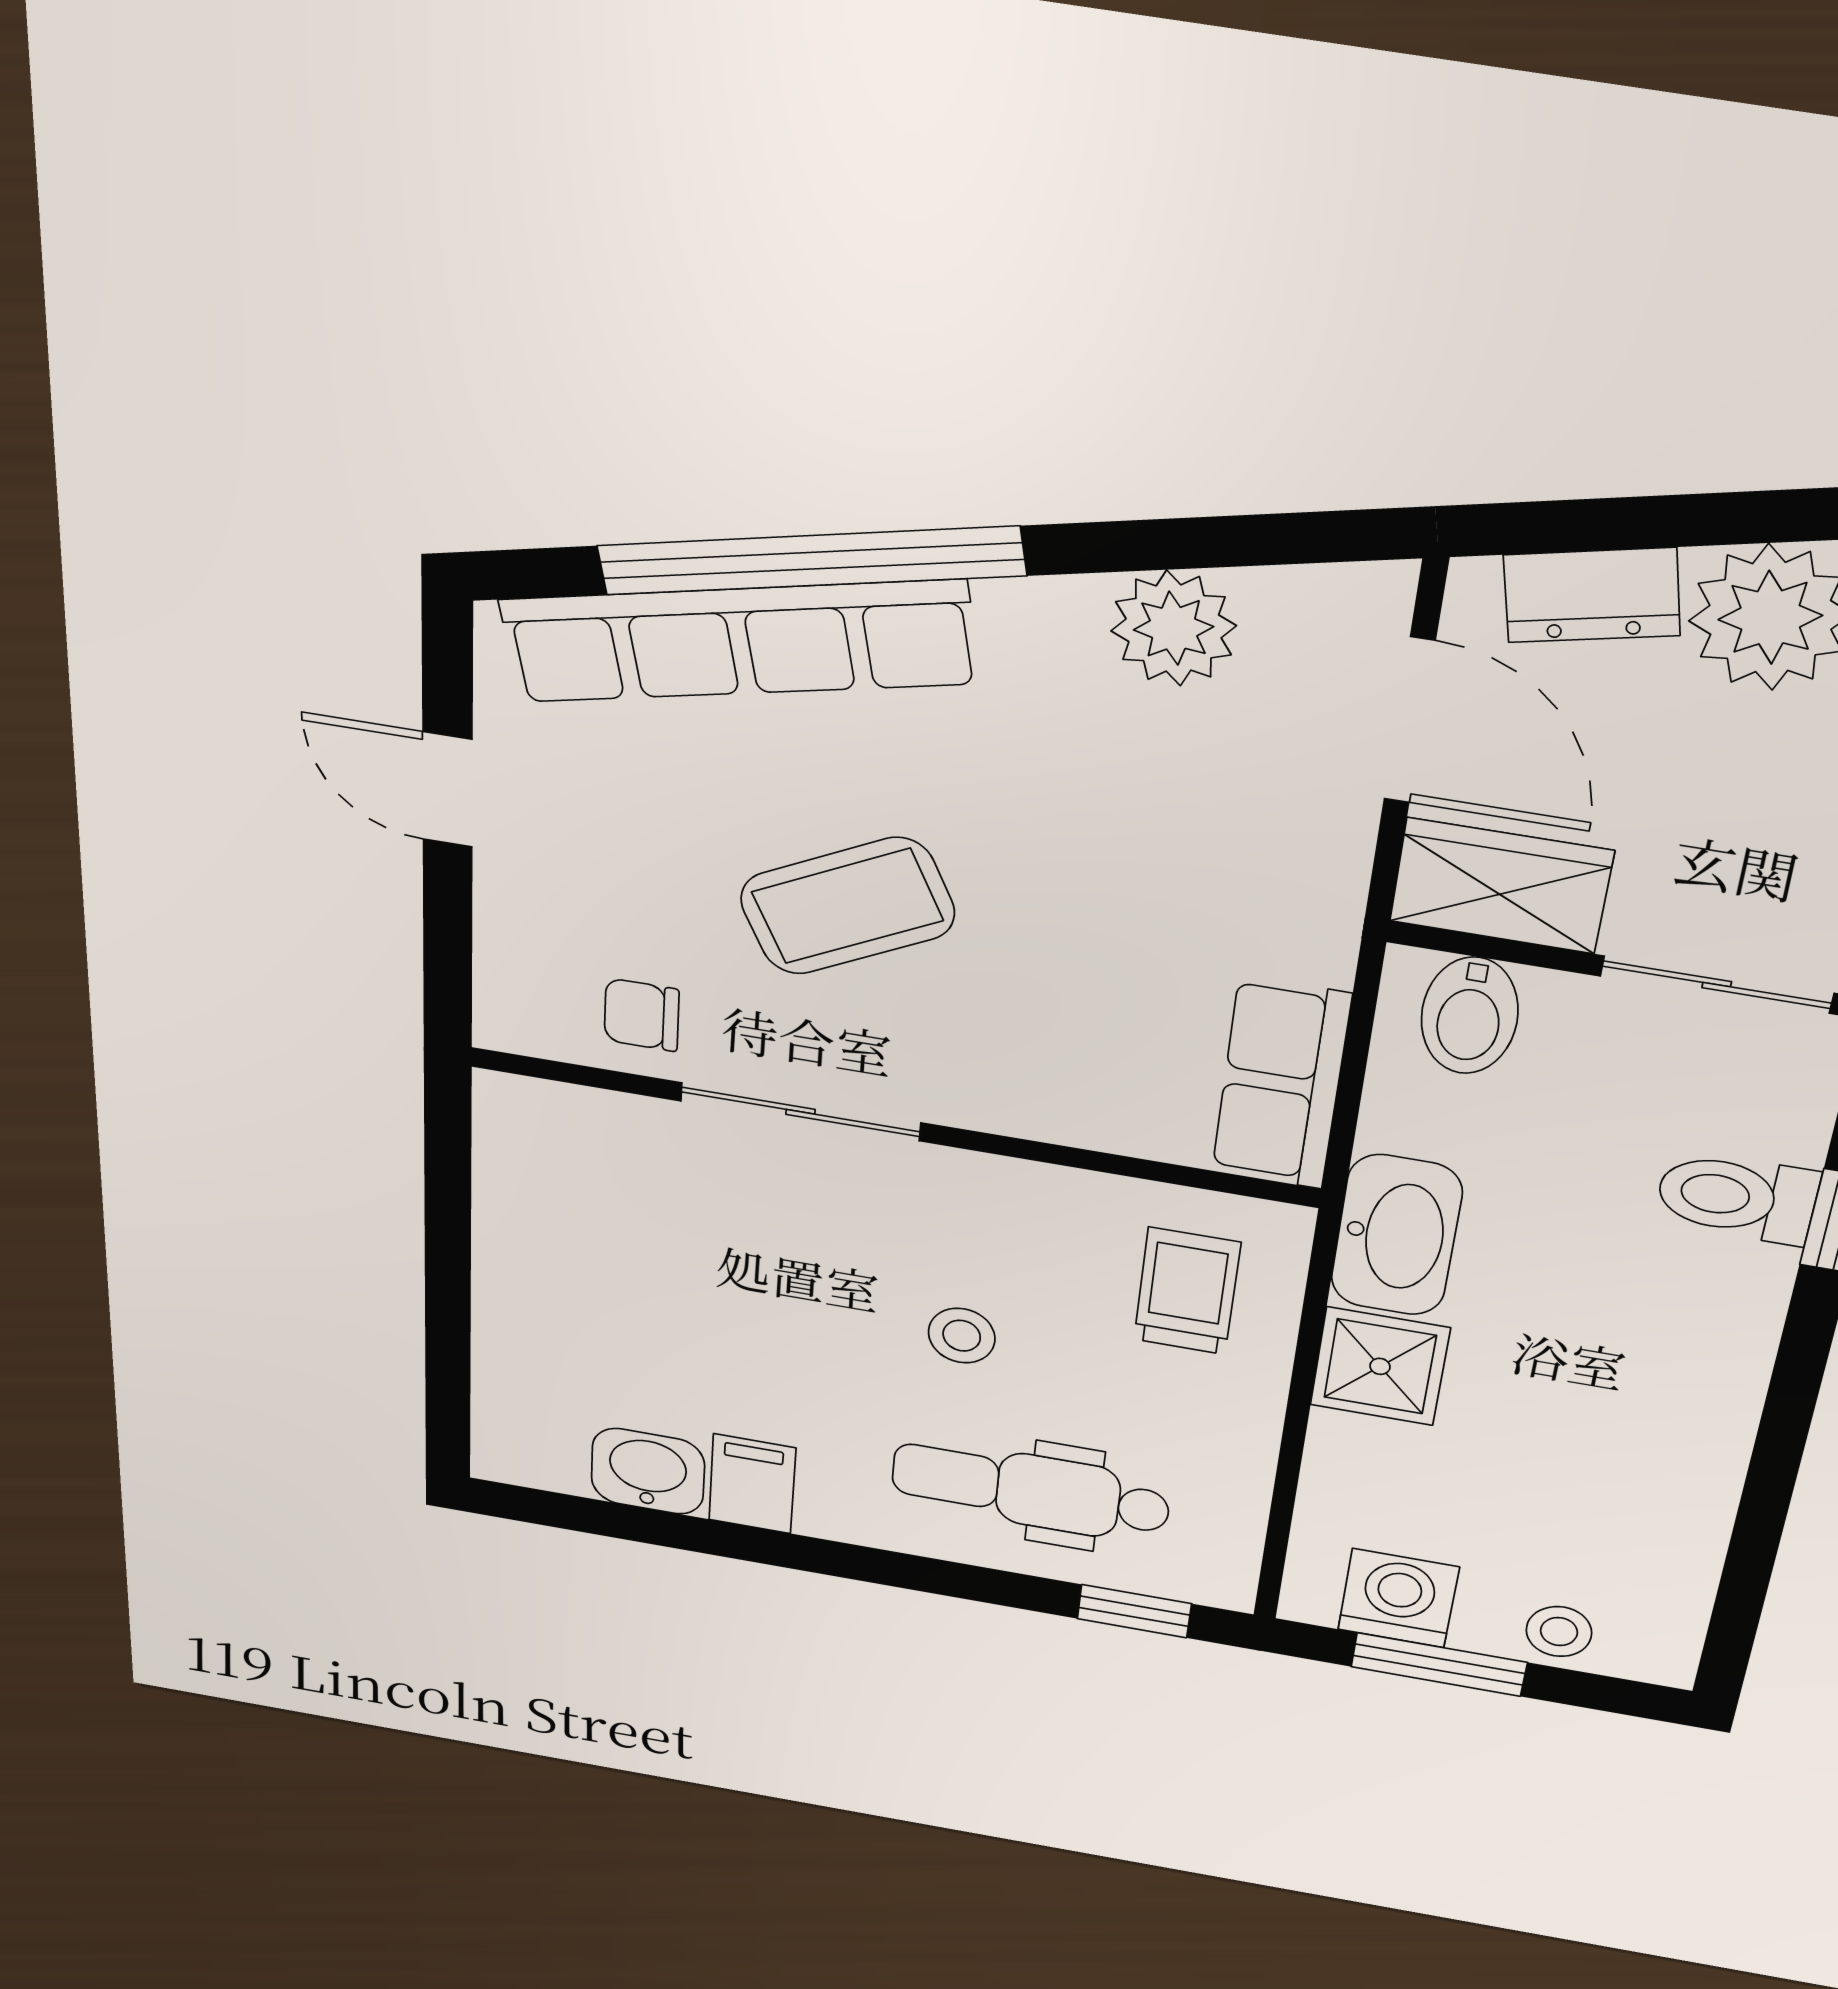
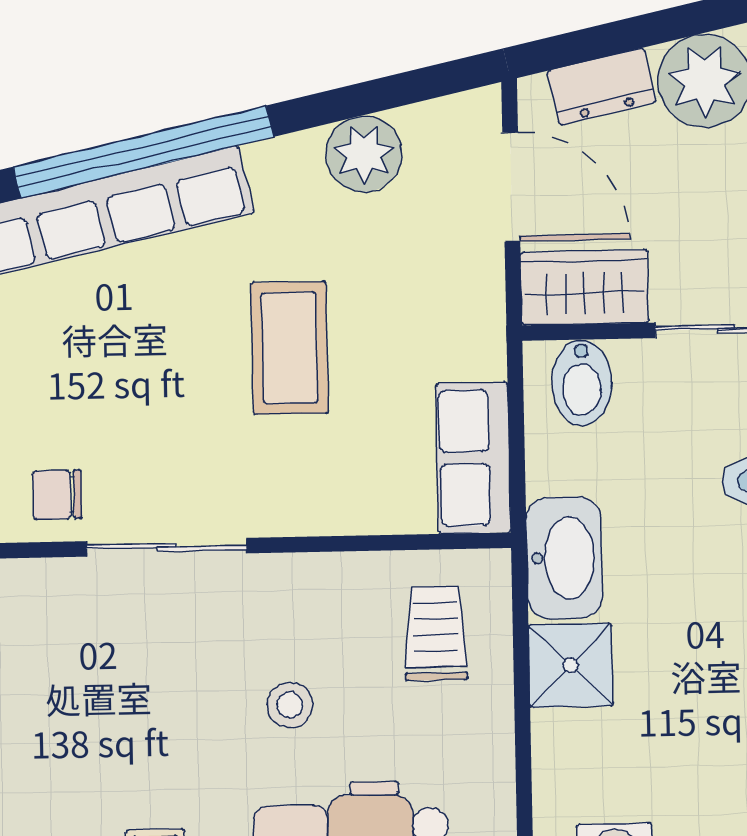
coffee table: (847, 906) -> (290, 348), moved, turned -63

